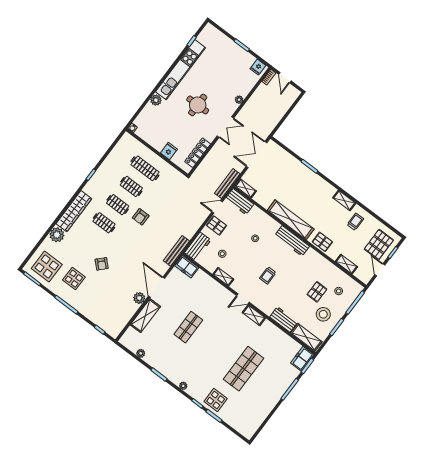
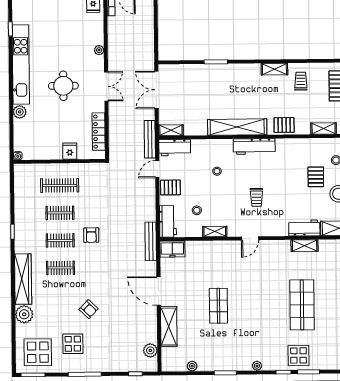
plant: (139, 298) -> (150, 350), moved
shelving: (254, 315) -> (305, 246), moved

